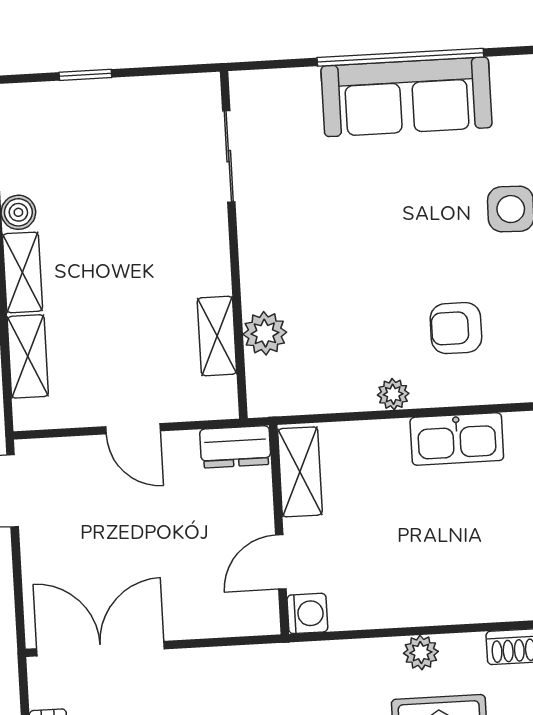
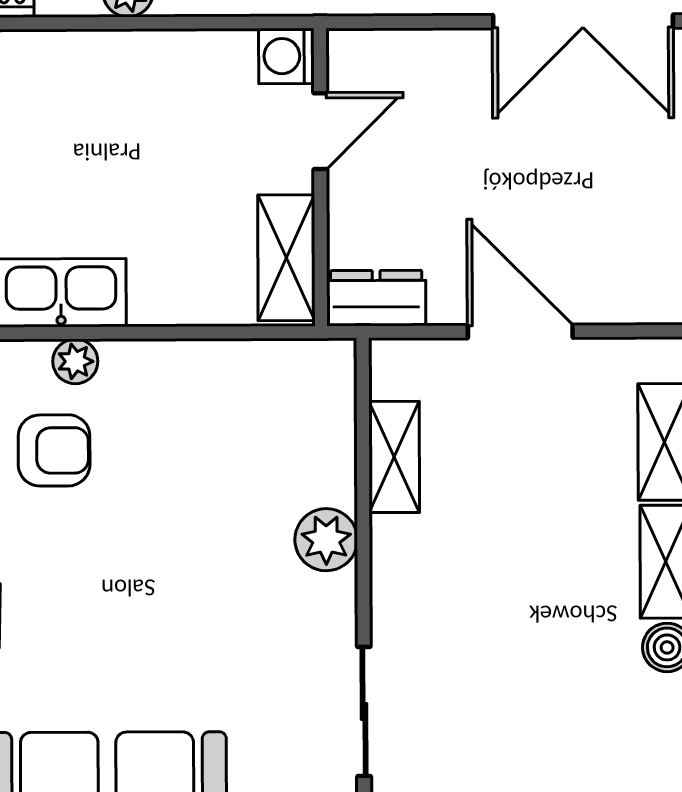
plant: (265, 333) -> (326, 540), moved
plant: (393, 394) -> (75, 361), moved
door: (133, 429) -> (520, 331), width x1.38

